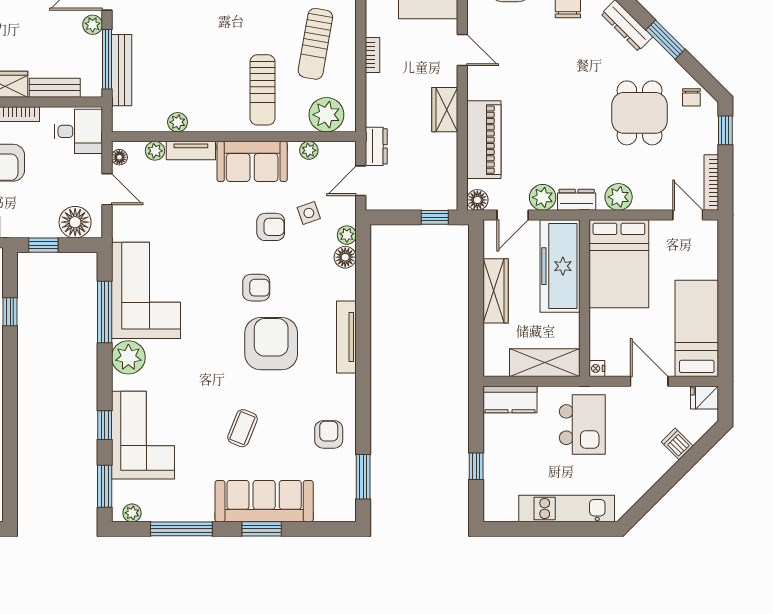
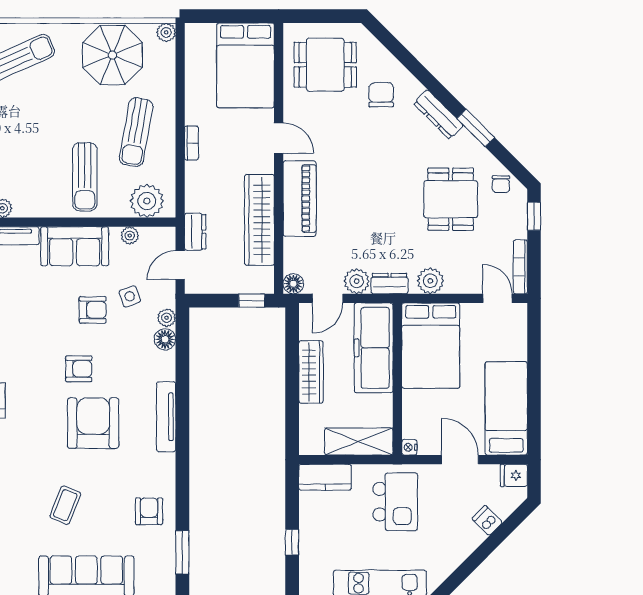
wardrobe: (445, 110) -> (259, 220), width x2.10, depth x1.17
piano: (484, 140) -> (300, 199), moved

